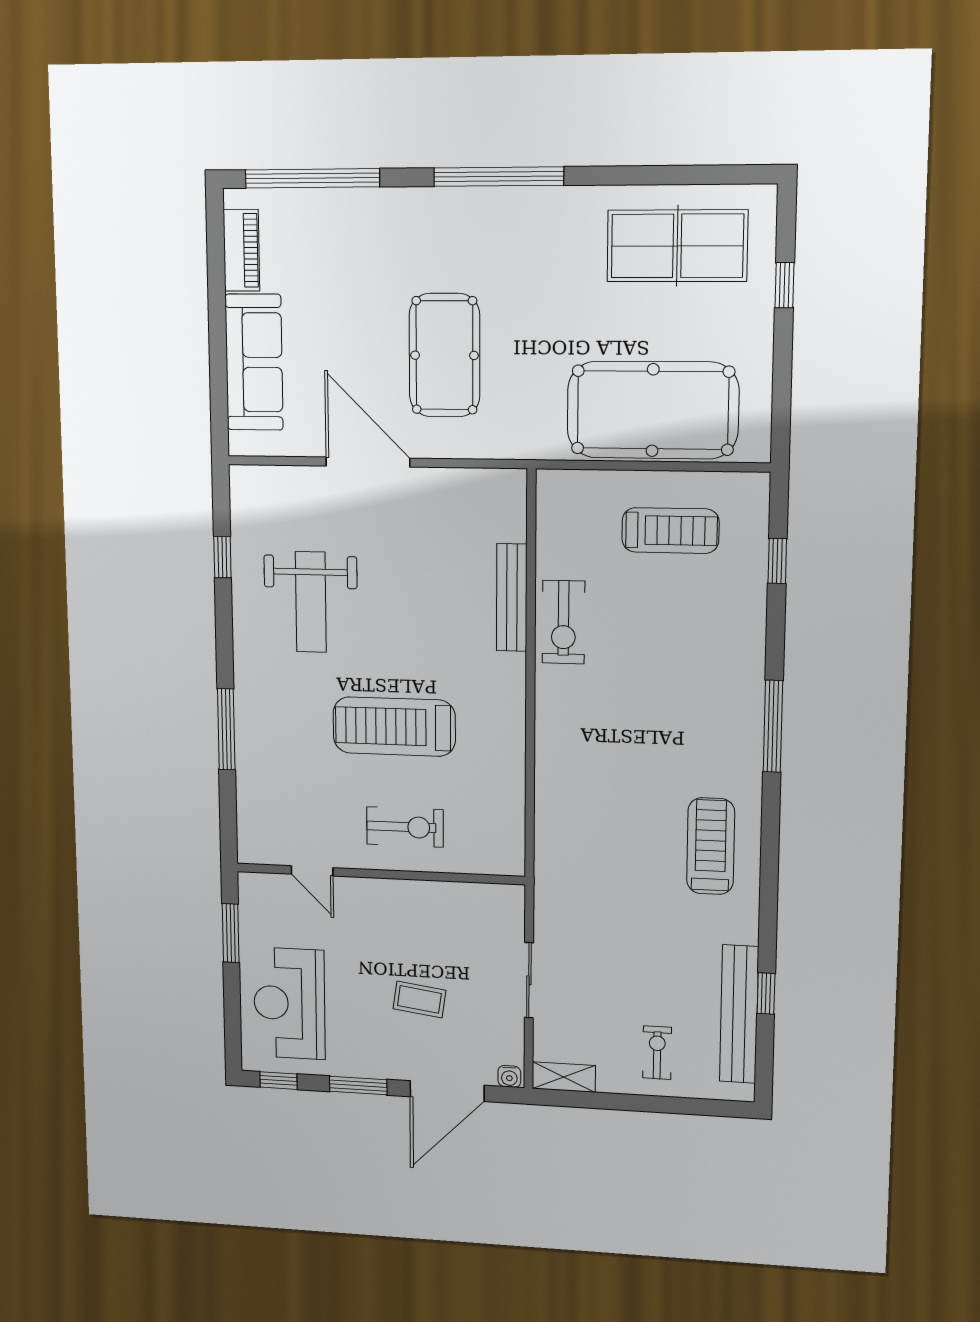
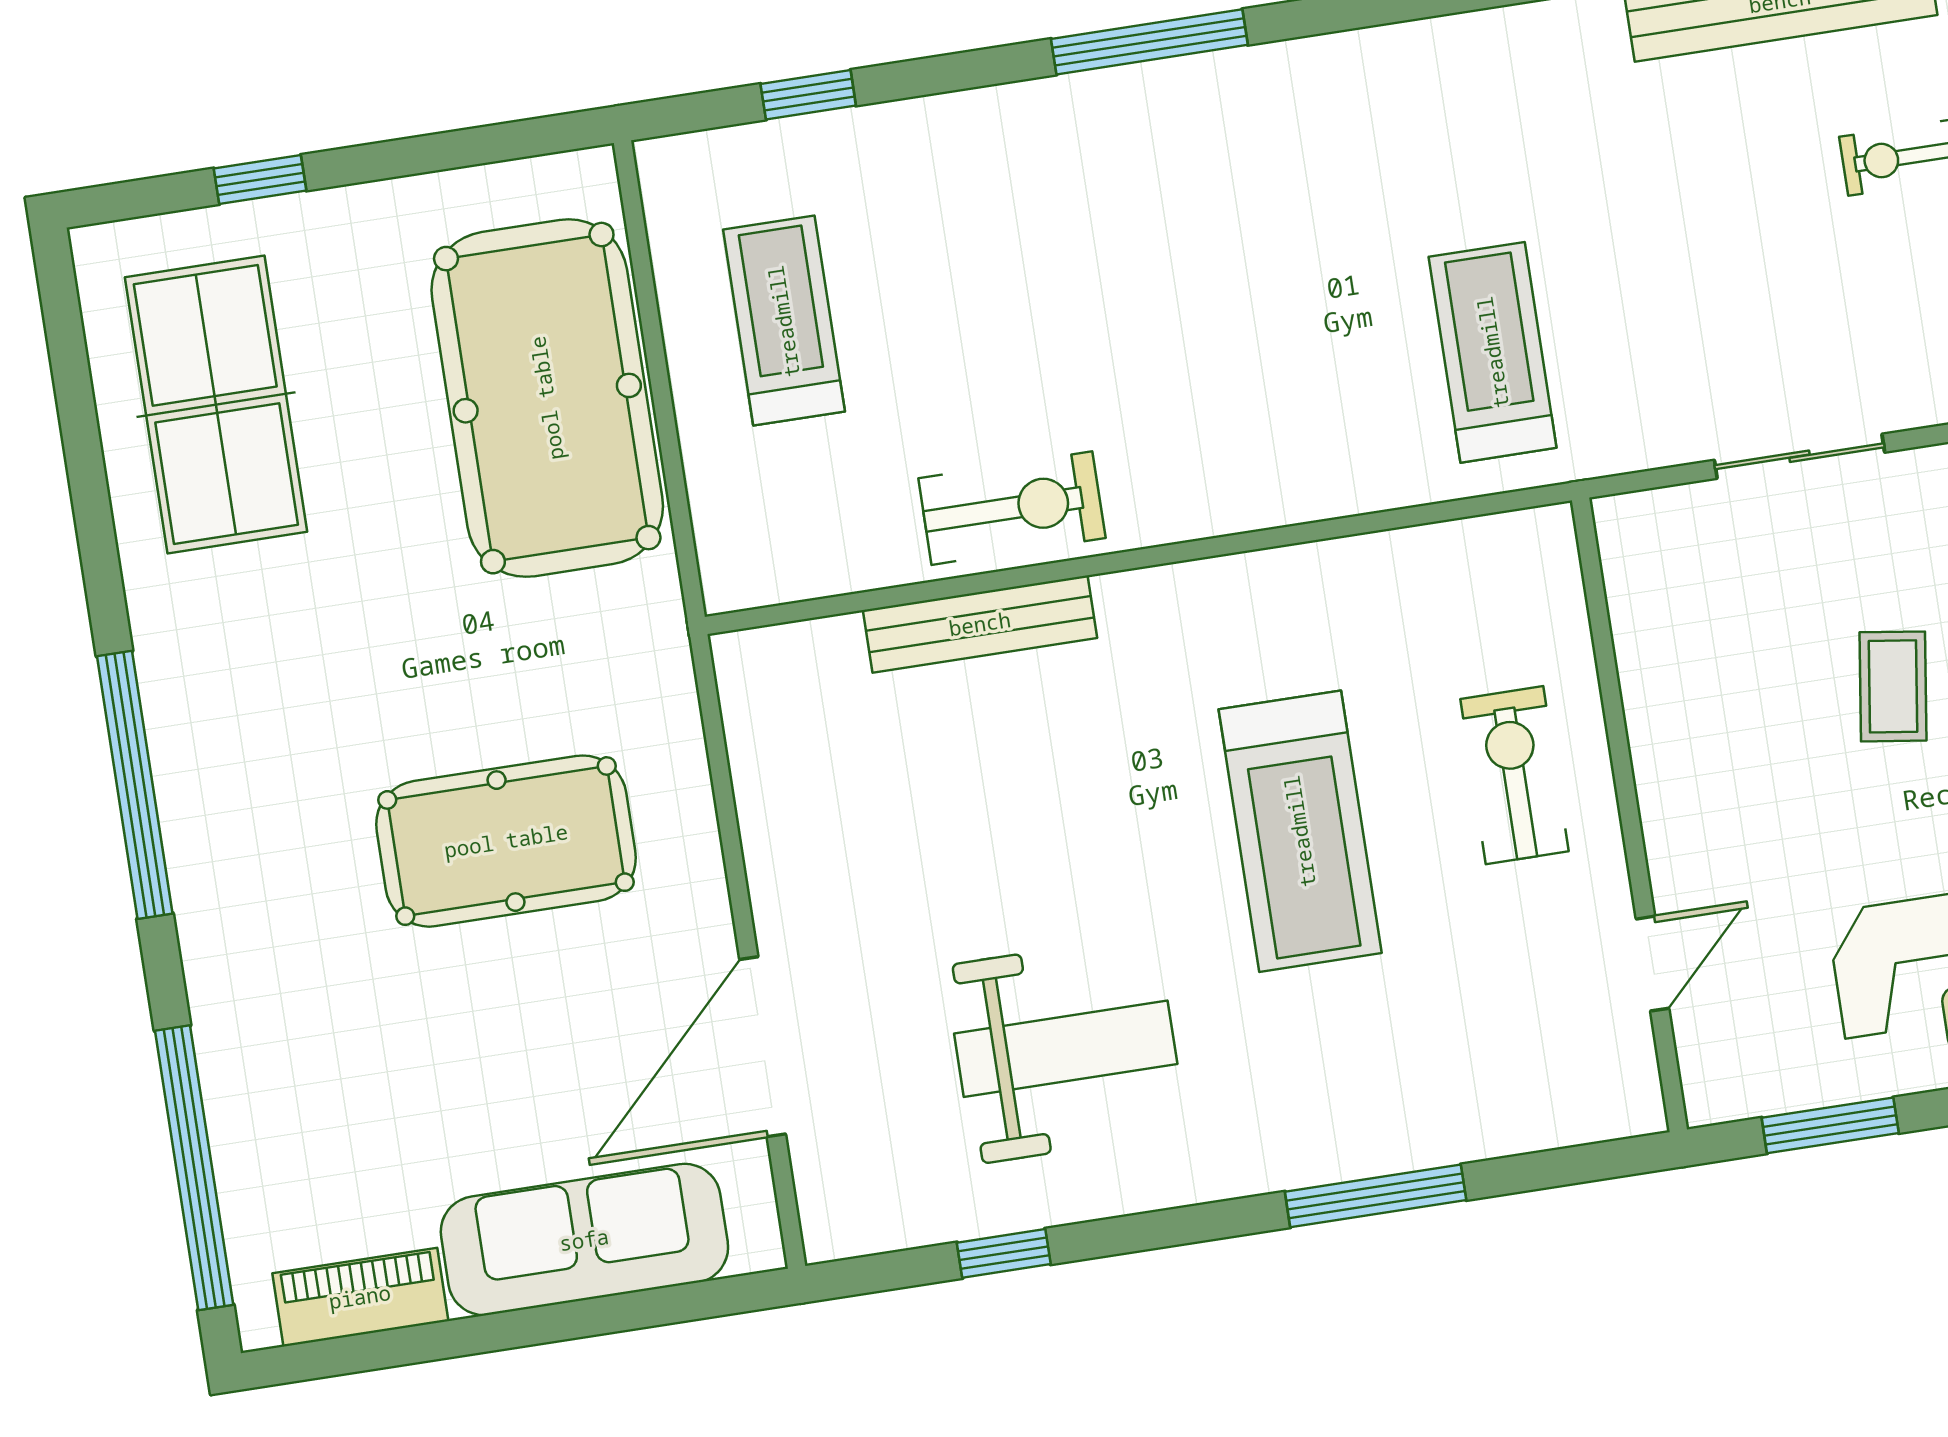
door: (368, 462) -> (763, 1047), moved
treadmill: (711, 846) -> (1493, 352), moved, turned 90

